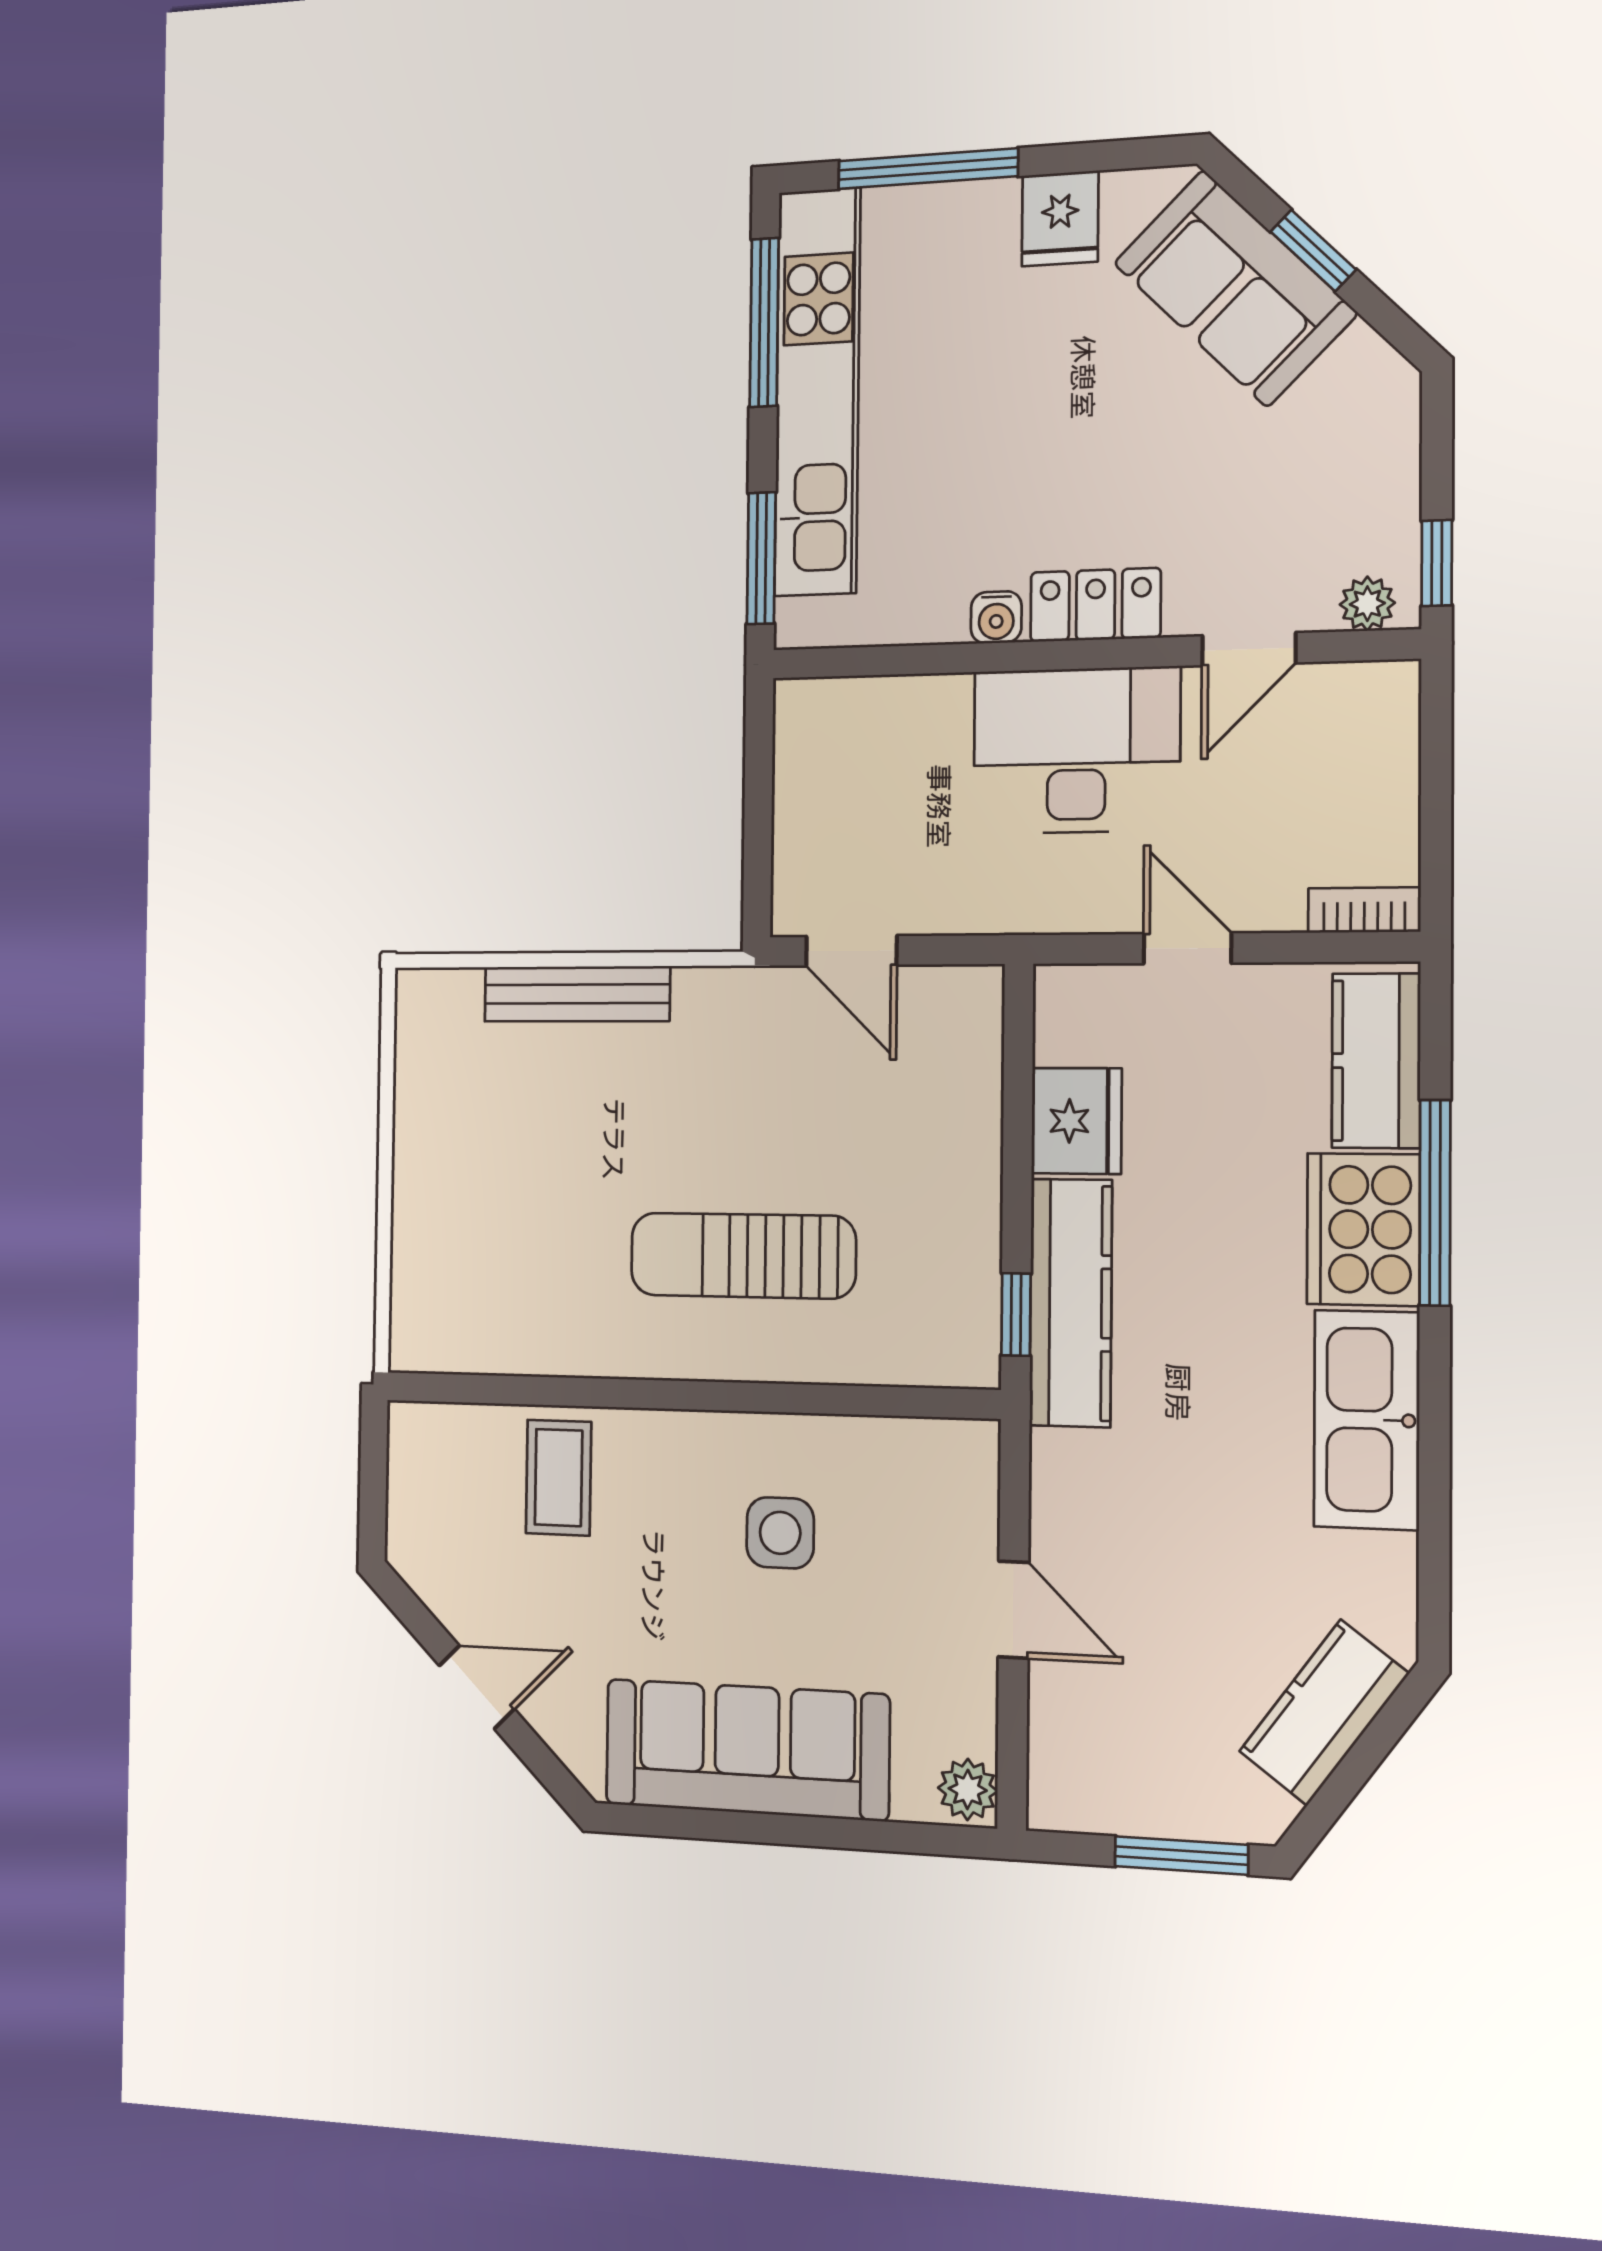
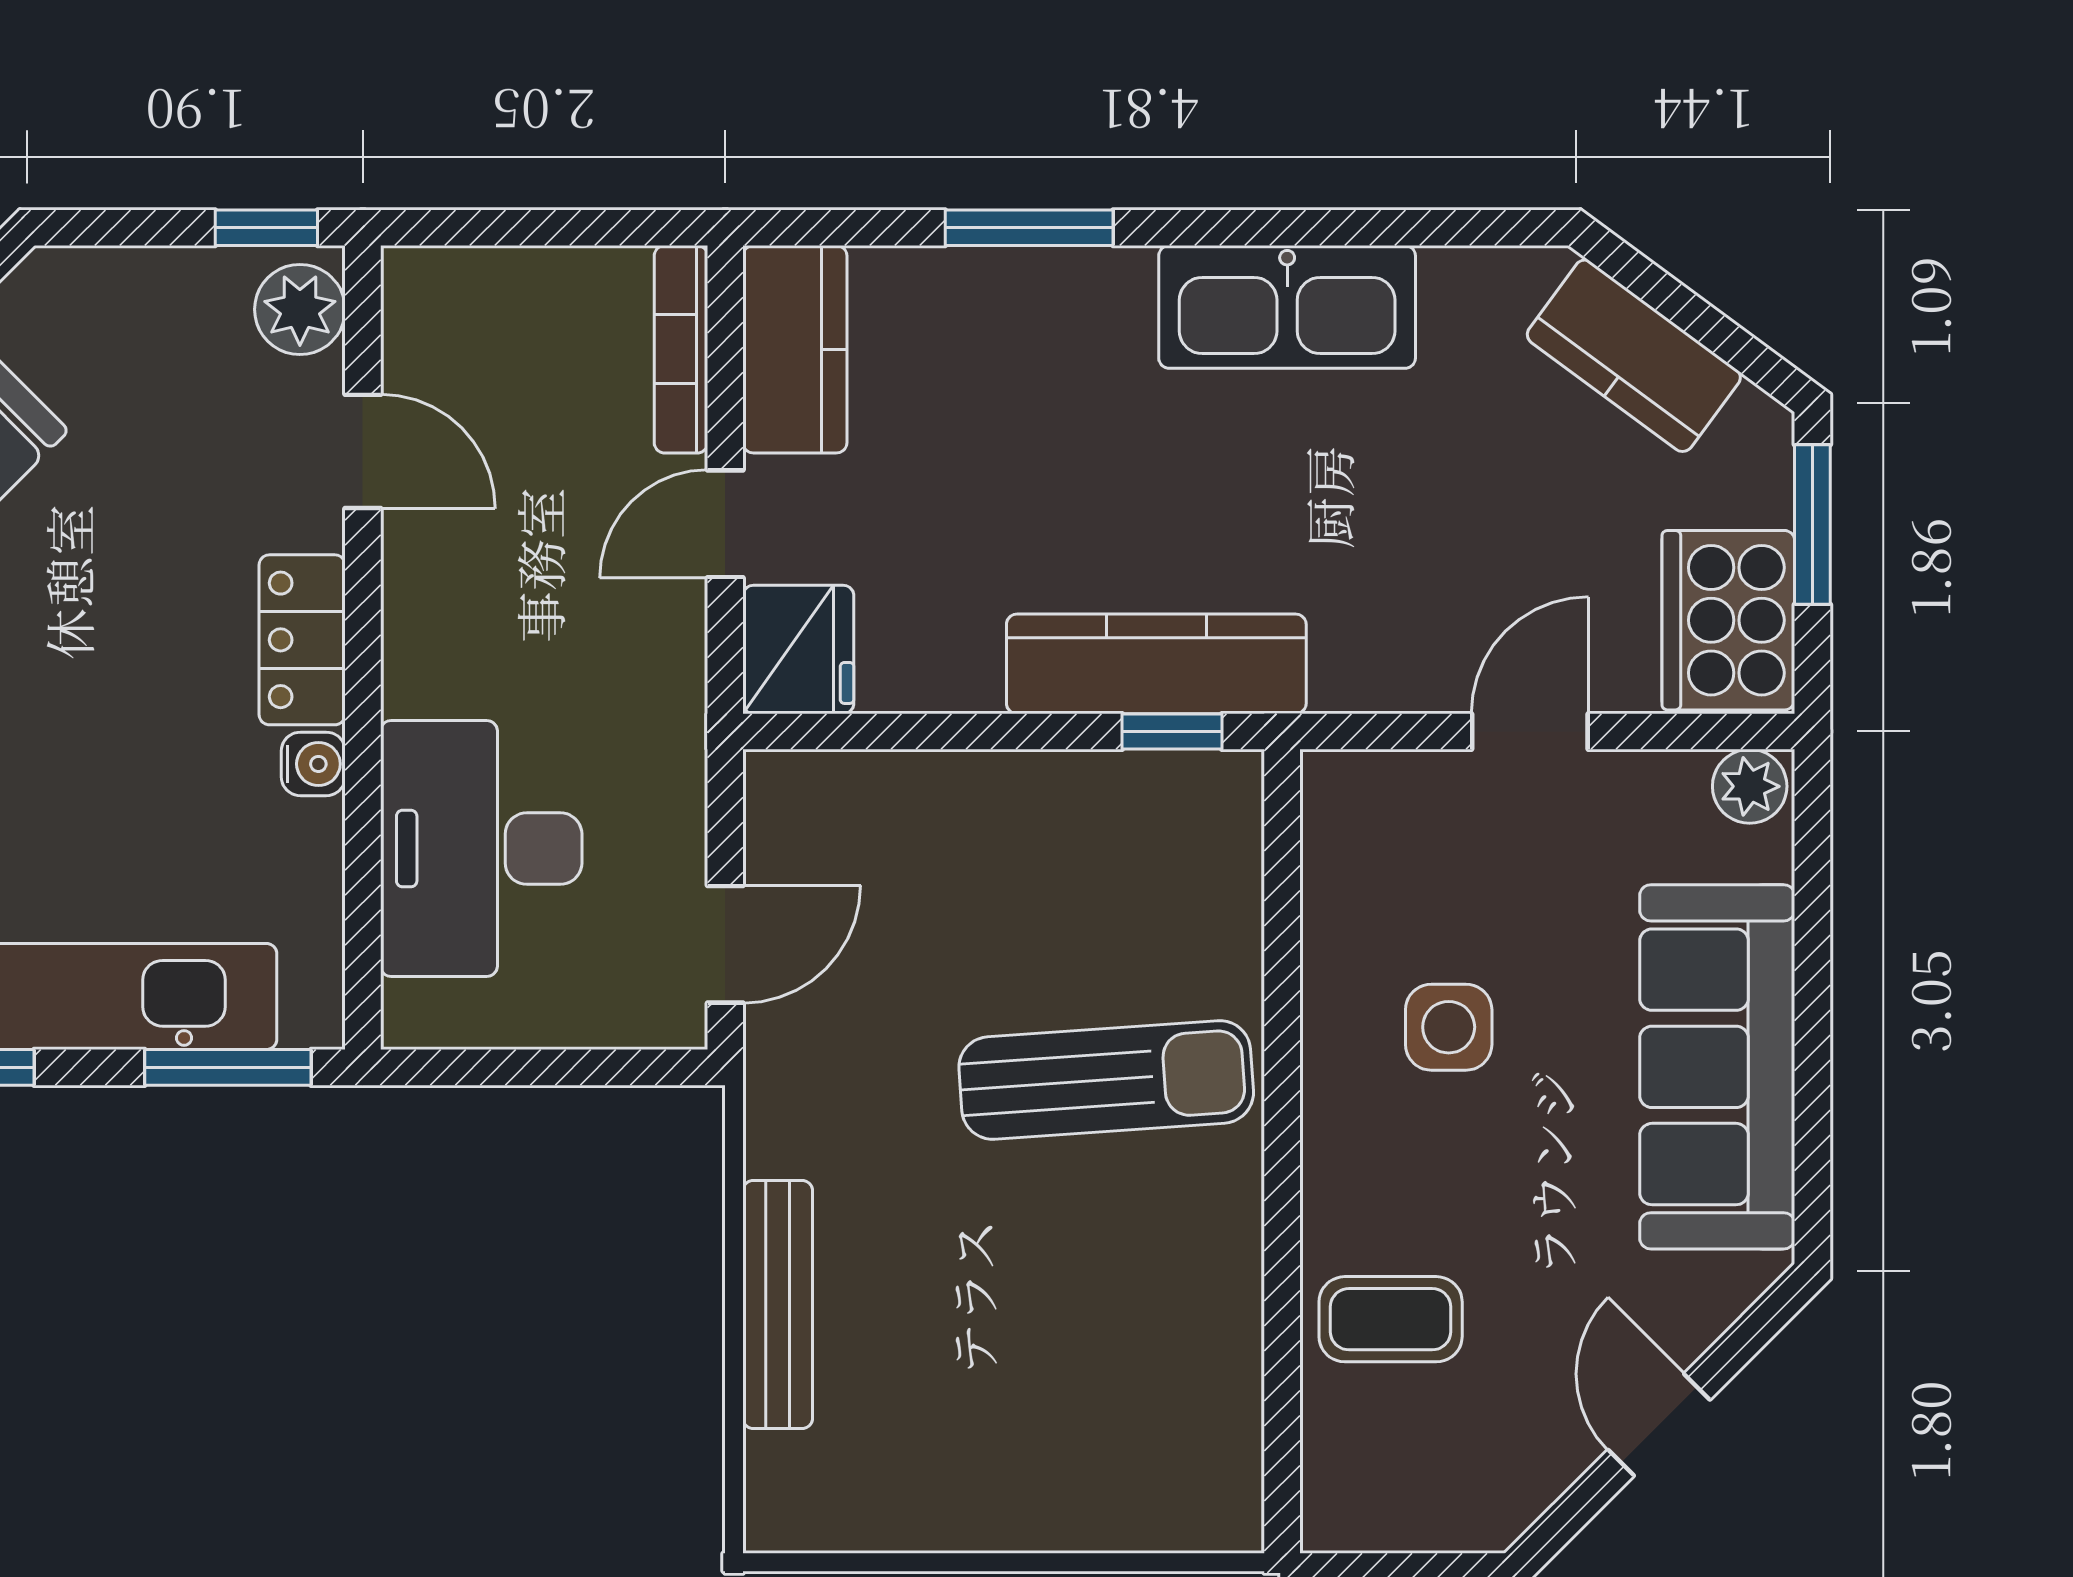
plant: (1367, 604) -> (300, 309), width x1.38, depth x1.38
desk: (1076, 750) -> (481, 849), moved
bookcase: (1364, 910) -> (681, 349), width x1.56
kitchen counter: (1376, 1061) -> (795, 349), moved, turned -90
fridge: (1077, 1121) -> (798, 649), moved, turned 90
window: (1435, 1203) -> (1029, 228), width x0.69
cooker: (1363, 1229) -> (1728, 620), moved, turned 90
sun lounger: (743, 1256) -> (1106, 1080), turned -94

